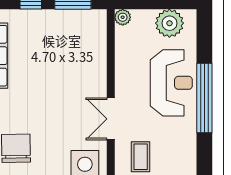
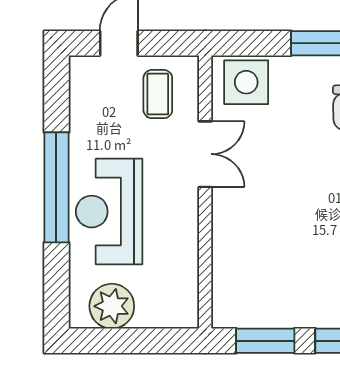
plant: (123, 17) -> (186, 316), removed

